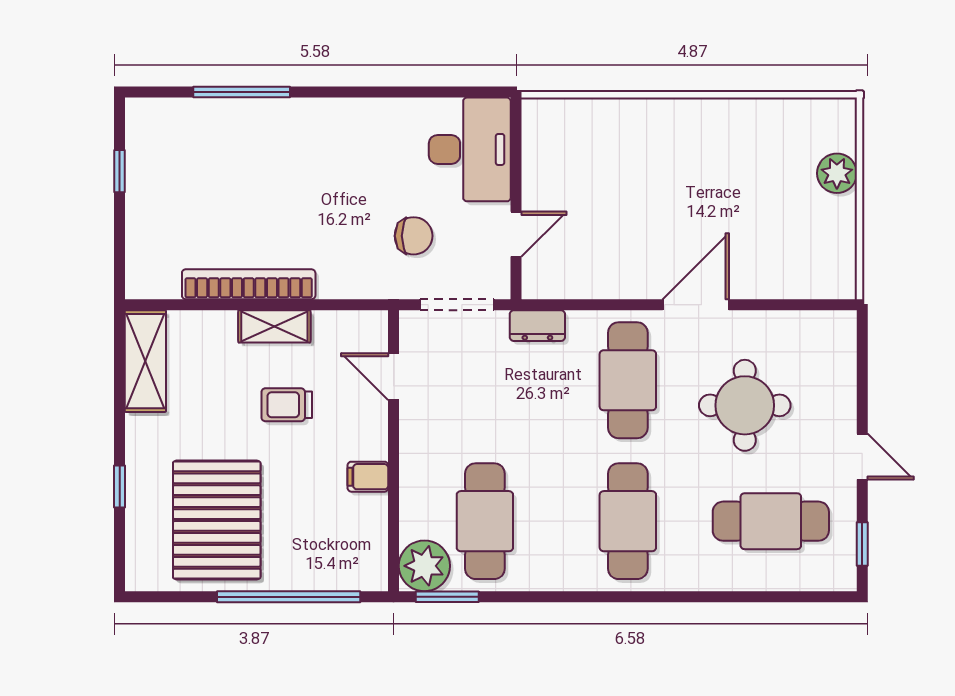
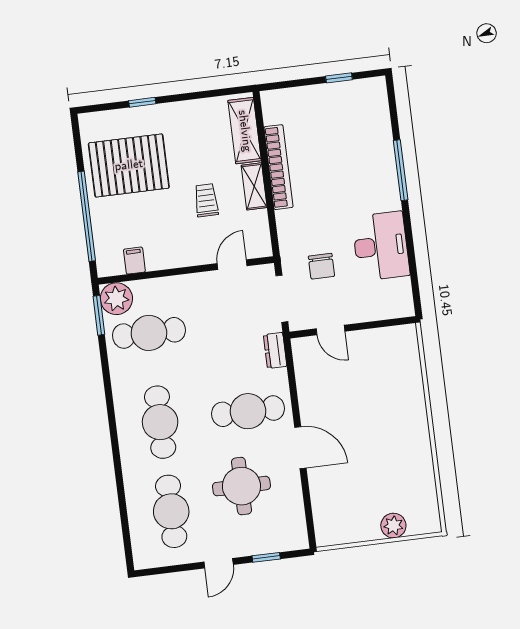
window: (242, 92) -> (401, 170), moved
desk: (470, 149) -> (381, 246), moved, turned -90
shelving: (145, 361) -> (245, 131), moved, turned 90
filing cabinet: (368, 477) -> (134, 261), moved
cafe table: (628, 521) -> (160, 422), turned 90
window: (862, 544) -> (266, 557), moved

